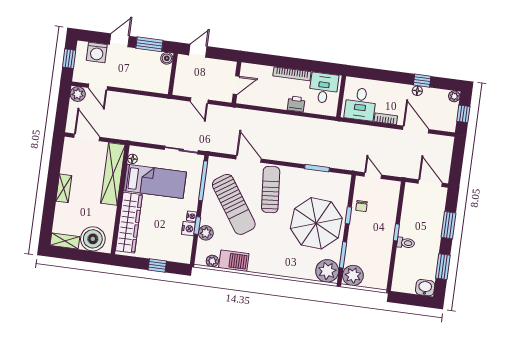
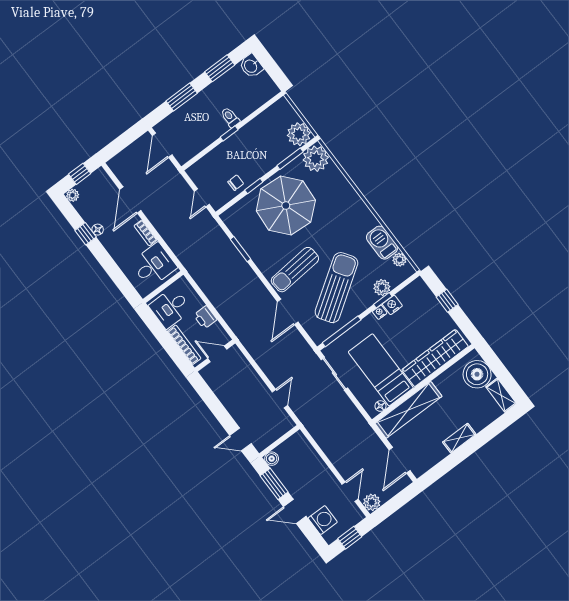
wall: (236, 83) -> (215, 356), moved
door: (236, 85) -> (217, 354), moved

